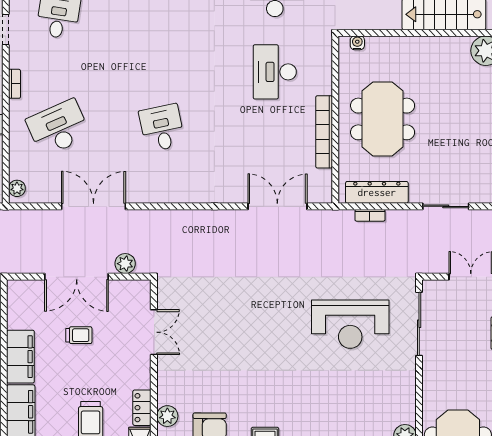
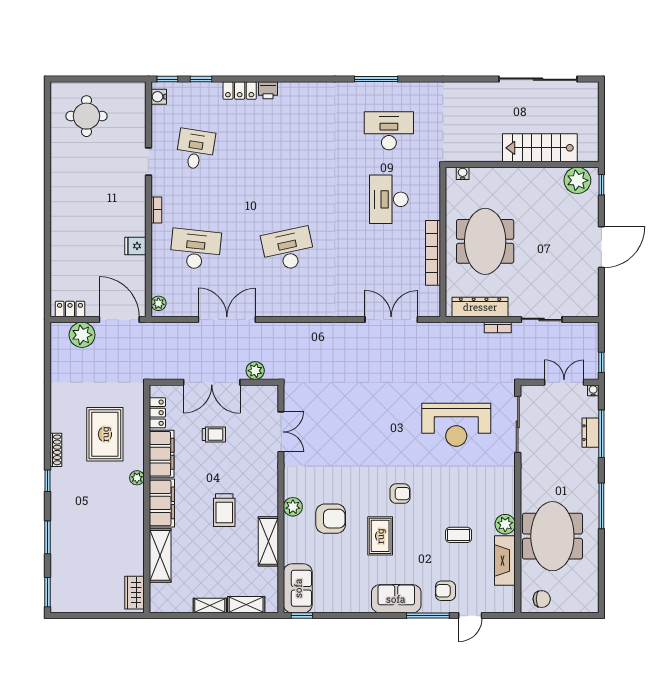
desk: (58, 128) -> (195, 249), turned 30
desk: (162, 128) -> (288, 249), width x1.37
bookcase: (370, 215) -> (498, 327), moved
armchair: (287, 401) -> (400, 494), added
locker: (142, 408) -> (157, 413), moved, turned 180

